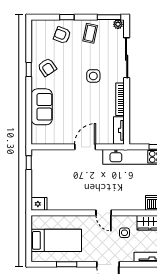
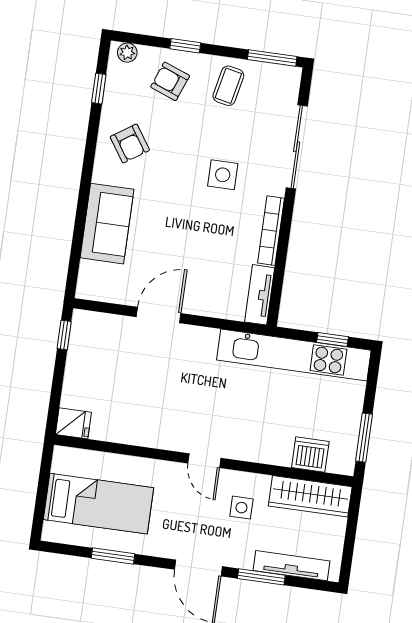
plant: (118, 24) -> (127, 53), moved
window: (29, 70) -> (99, 89), moved
door: (85, 147) -> (159, 315), moved
window: (139, 264) -> (261, 577), added

